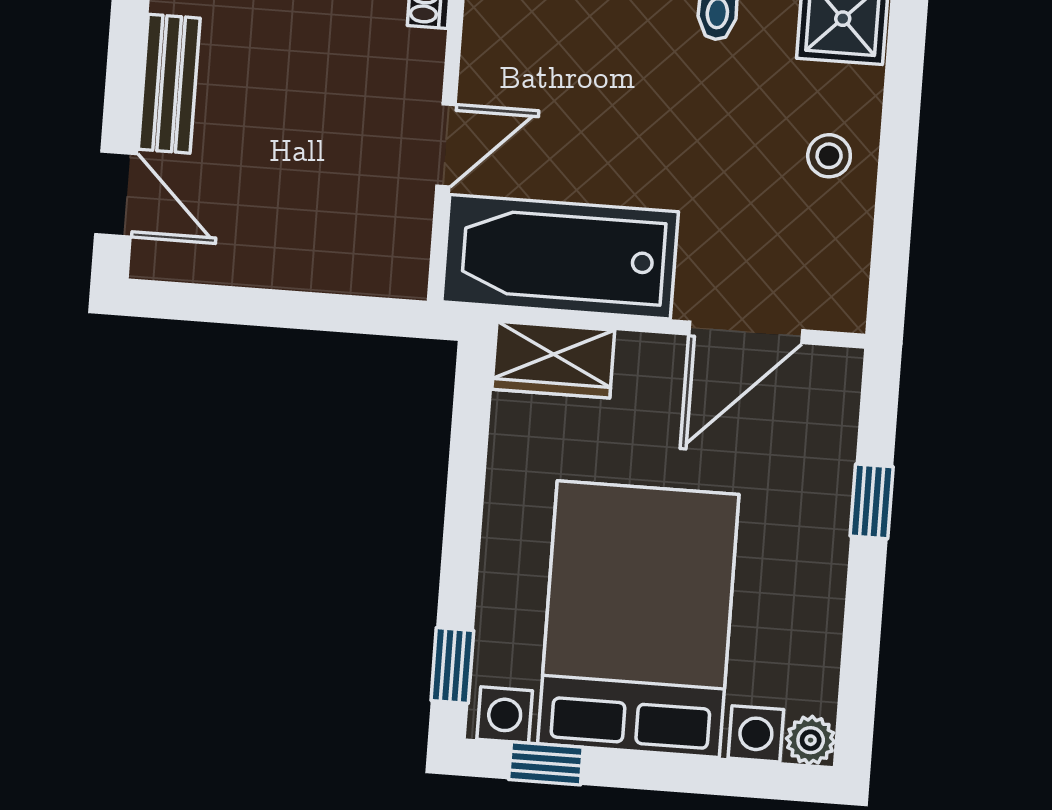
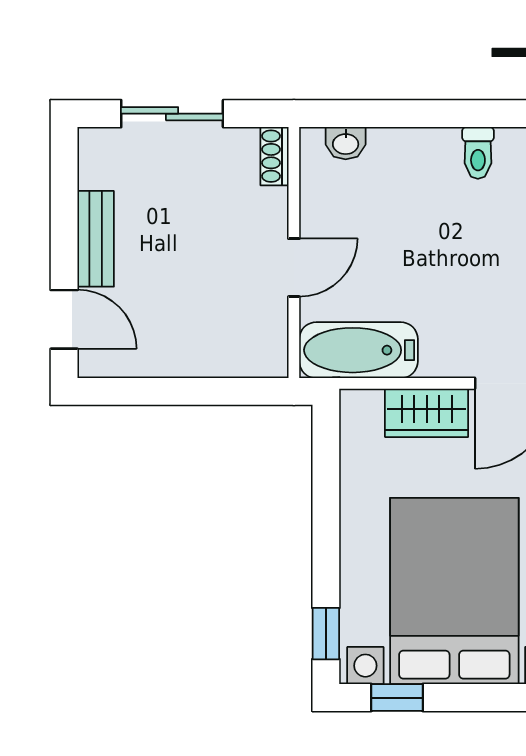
bathtub: (560, 257) -> (359, 350), width x0.73, depth x0.73
wardrobe: (553, 360) -> (427, 413), moved

